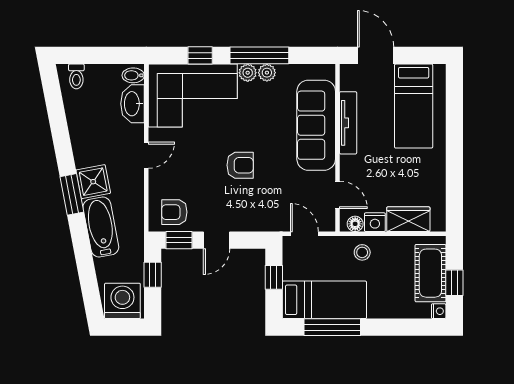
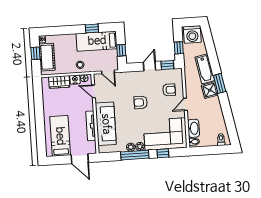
armchair: (174, 212) -> (169, 90), moved
window: (332, 327) -> (92, 28), width x0.46

